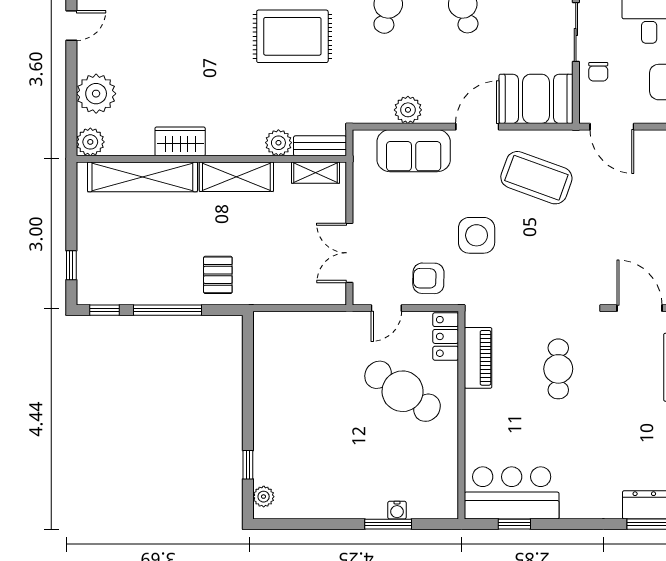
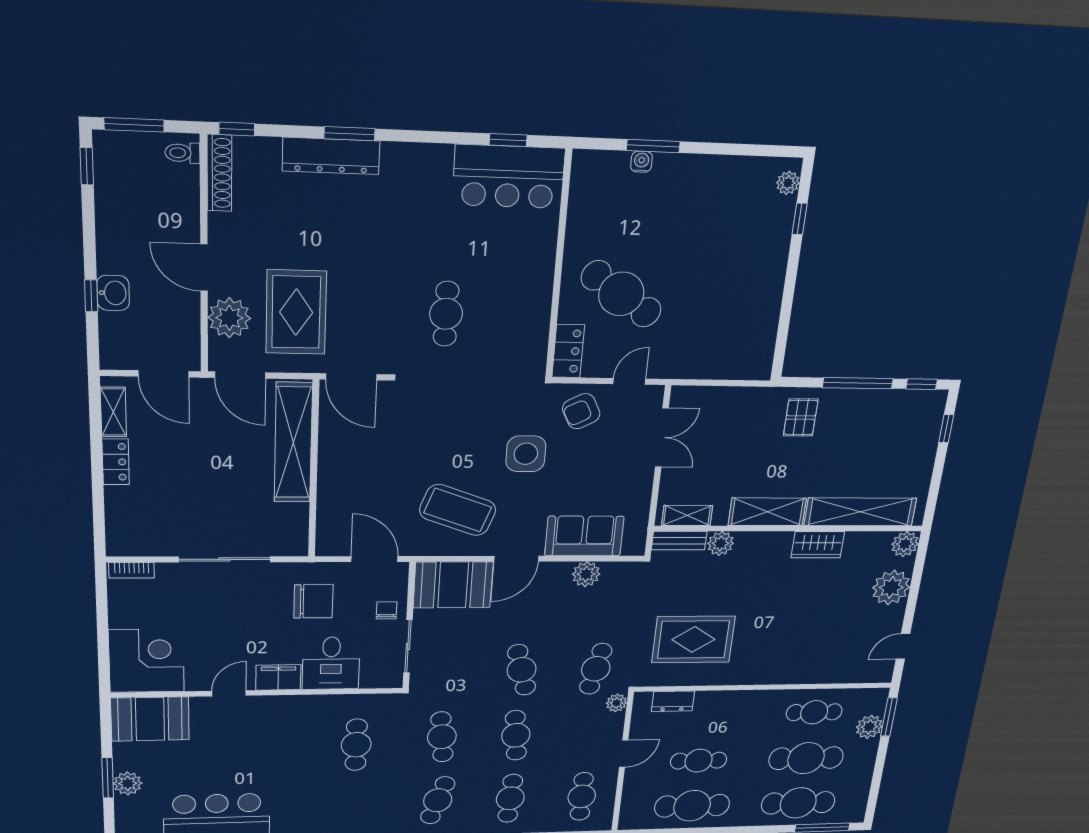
armchair: (428, 278) -> (581, 411), turned 152
piano: (478, 358) -> (535, 328), removed

